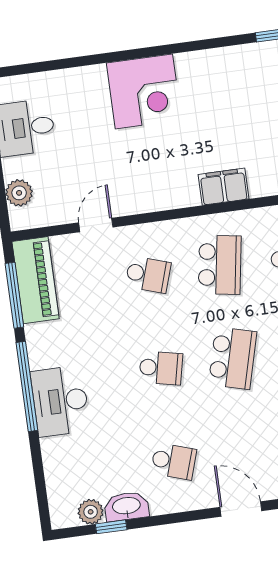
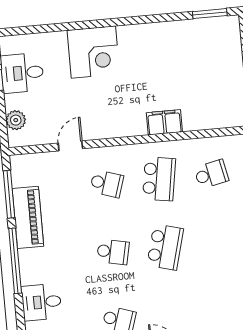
corner desk: (144, 91) -> (93, 52), moved
piano: (36, 280) -> (28, 217), moved
desk: (60, 401) -> (42, 302), moved, width x0.73

